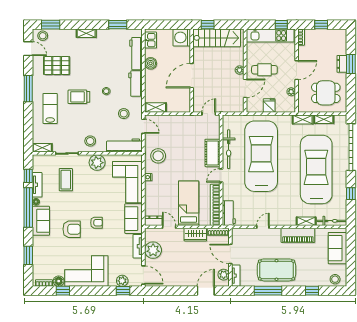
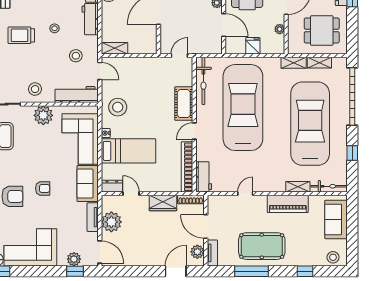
door: (245, 88) -> (224, 25), hinge flipped
bicycle: (229, 149) -> (203, 81), moved
bed: (189, 203) -> (128, 151), moved, turned 90

